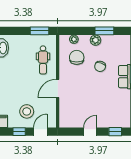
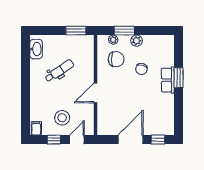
window: (104, 31) -> (124, 31), moved
chair: (77, 57) -> (116, 59), turned 90
dental chair: (43, 60) -> (59, 71), moved, turned -124
door: (90, 132) -> (131, 140), width x1.88

